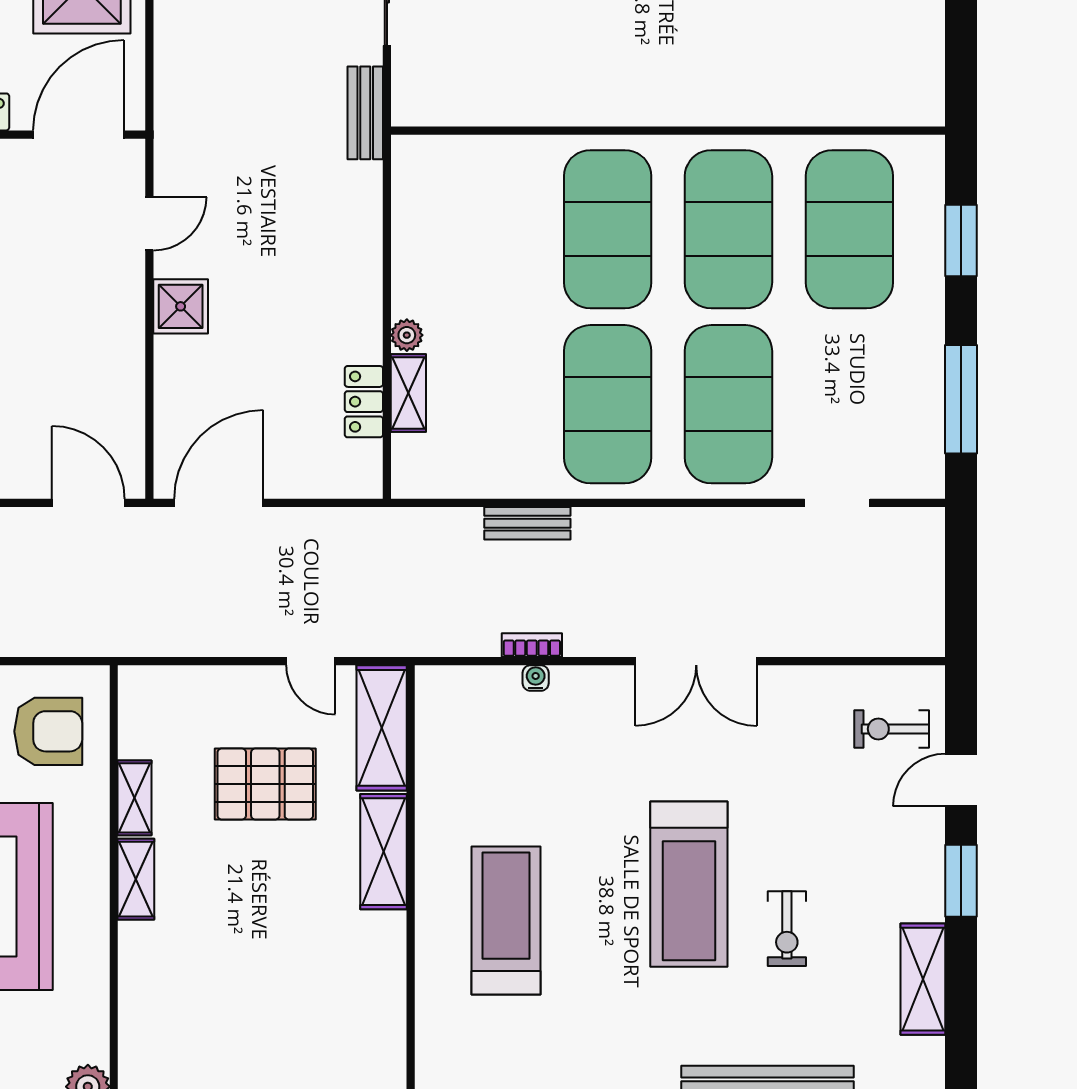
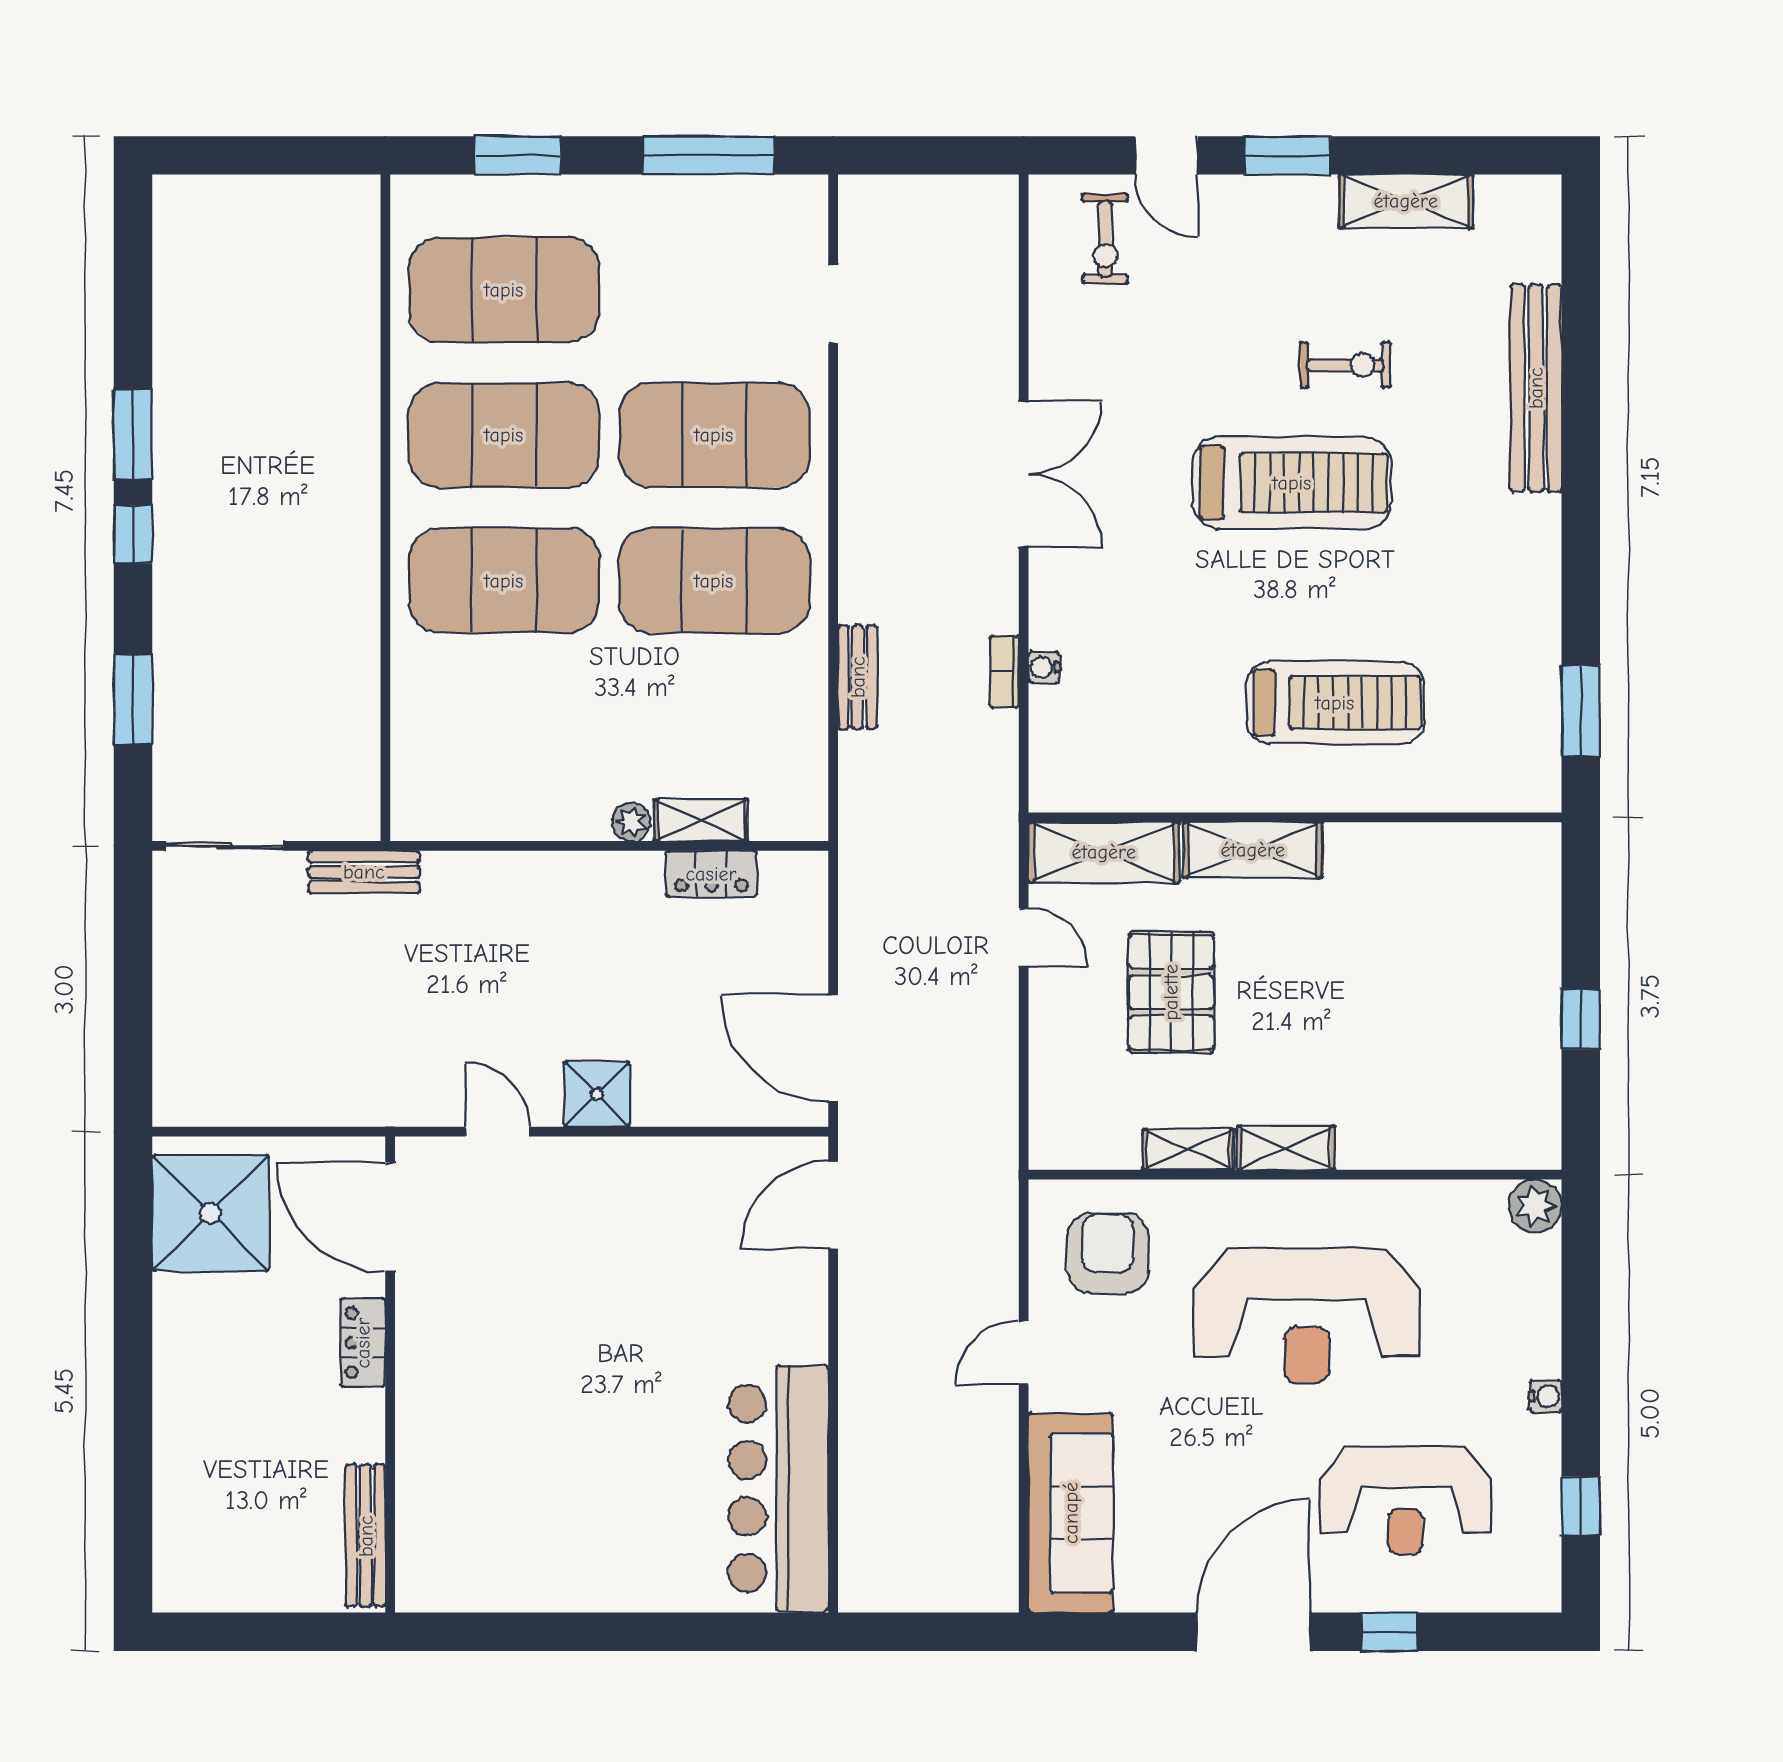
door: (311, 661) -> (1024, 938), hinge flipped
treadmill: (506, 920) -> (1335, 703), turned 180

